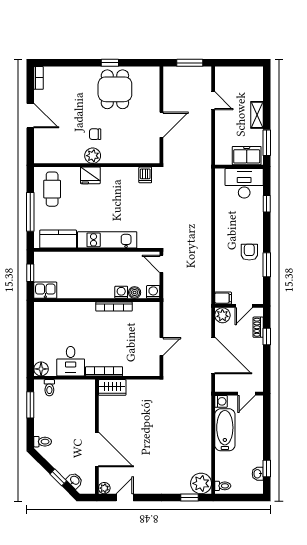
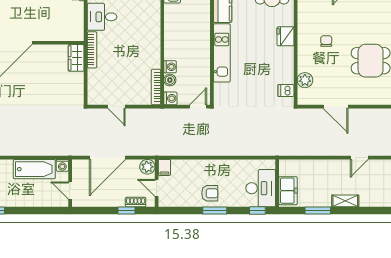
plant: (93, 156) -> (305, 80), moved
freezer: (247, 156) -> (288, 191), moved
wall: (239, 167) -> (277, 183), moved
desk: (244, 183) -> (261, 188), moved
window: (267, 265) -> (215, 211), moved
bookcase: (114, 307) -> (156, 87), moved

